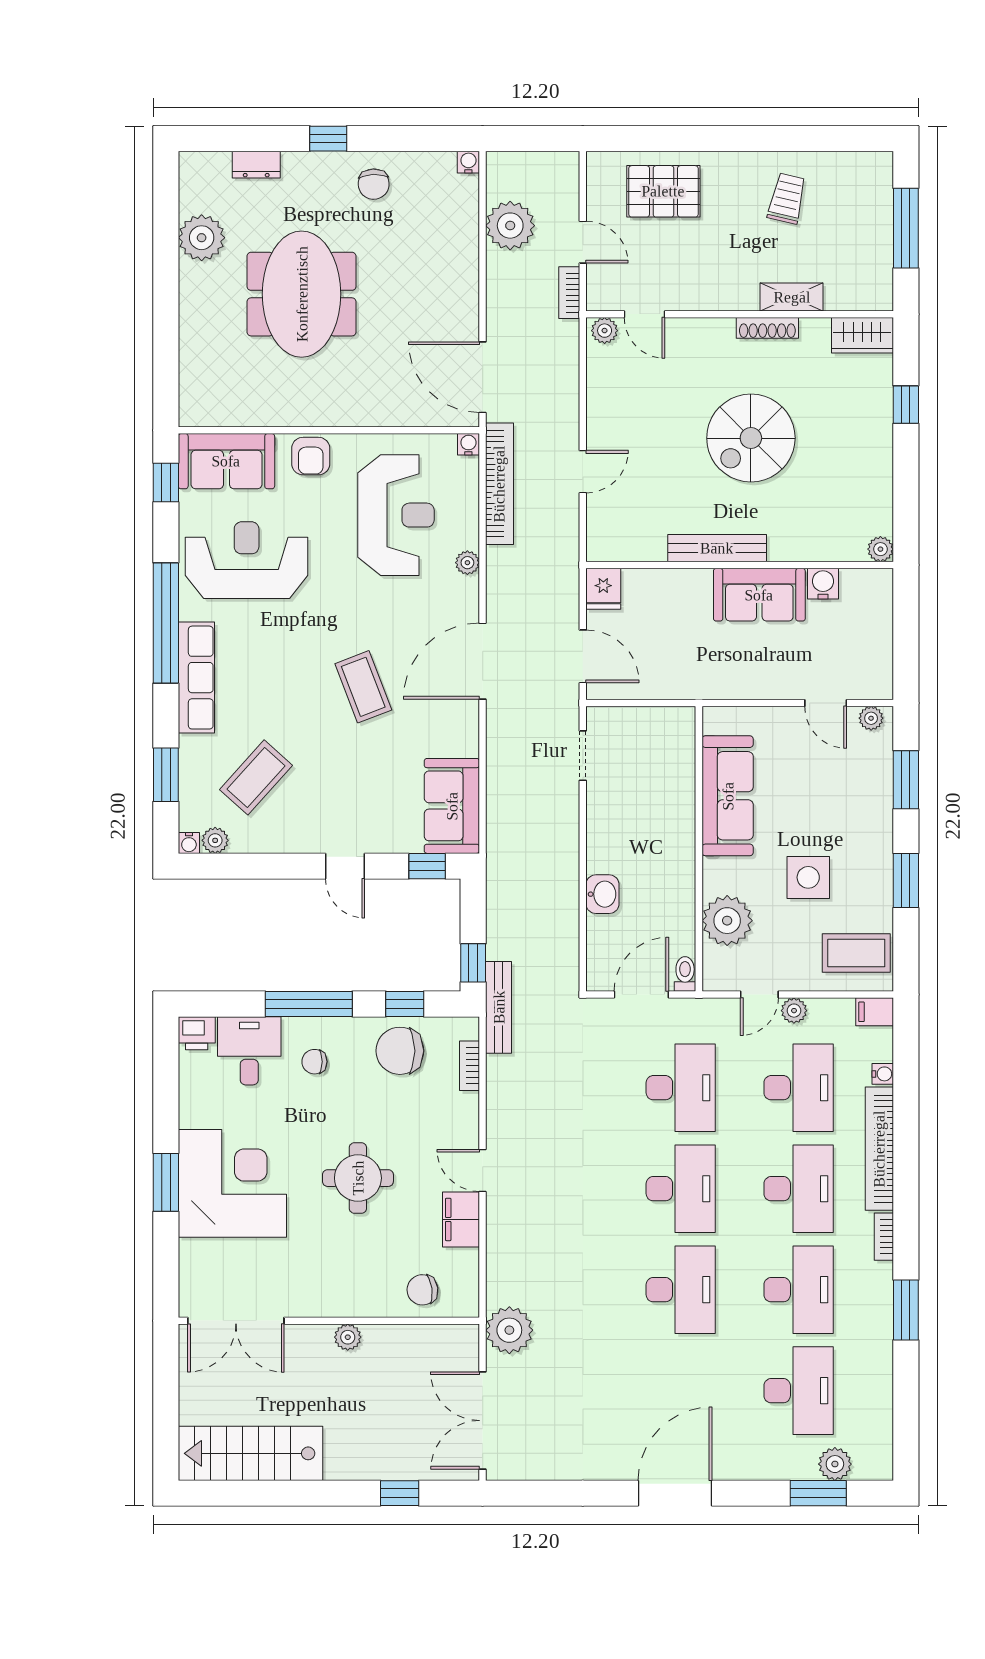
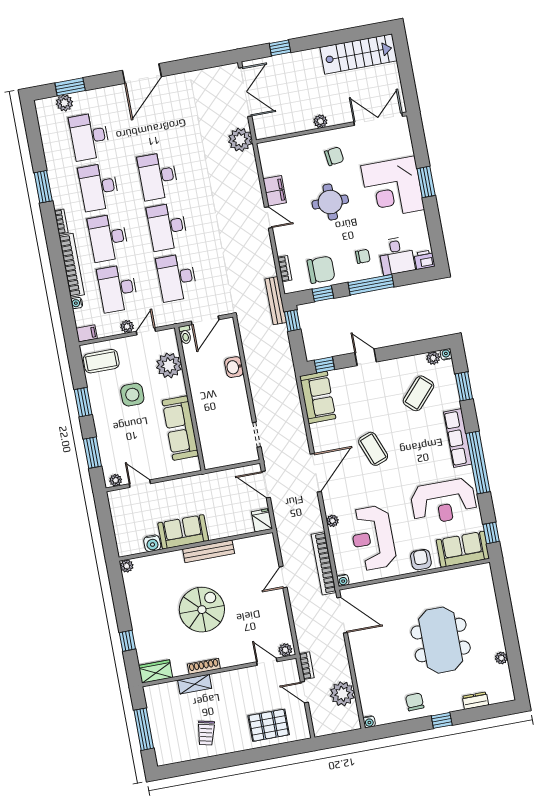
plant: (202, 238) -> (501, 658), width x0.53, depth x0.53
chair: (422, 1290) -> (334, 156), moved

